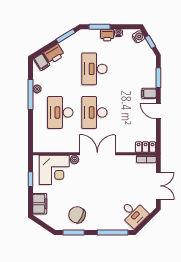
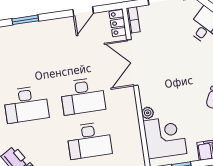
filing cabinet: (149, 93) -> (47, 29), removed
door: (158, 111) -> (83, 11), moved
double door: (97, 154) -> (132, 63), moved

